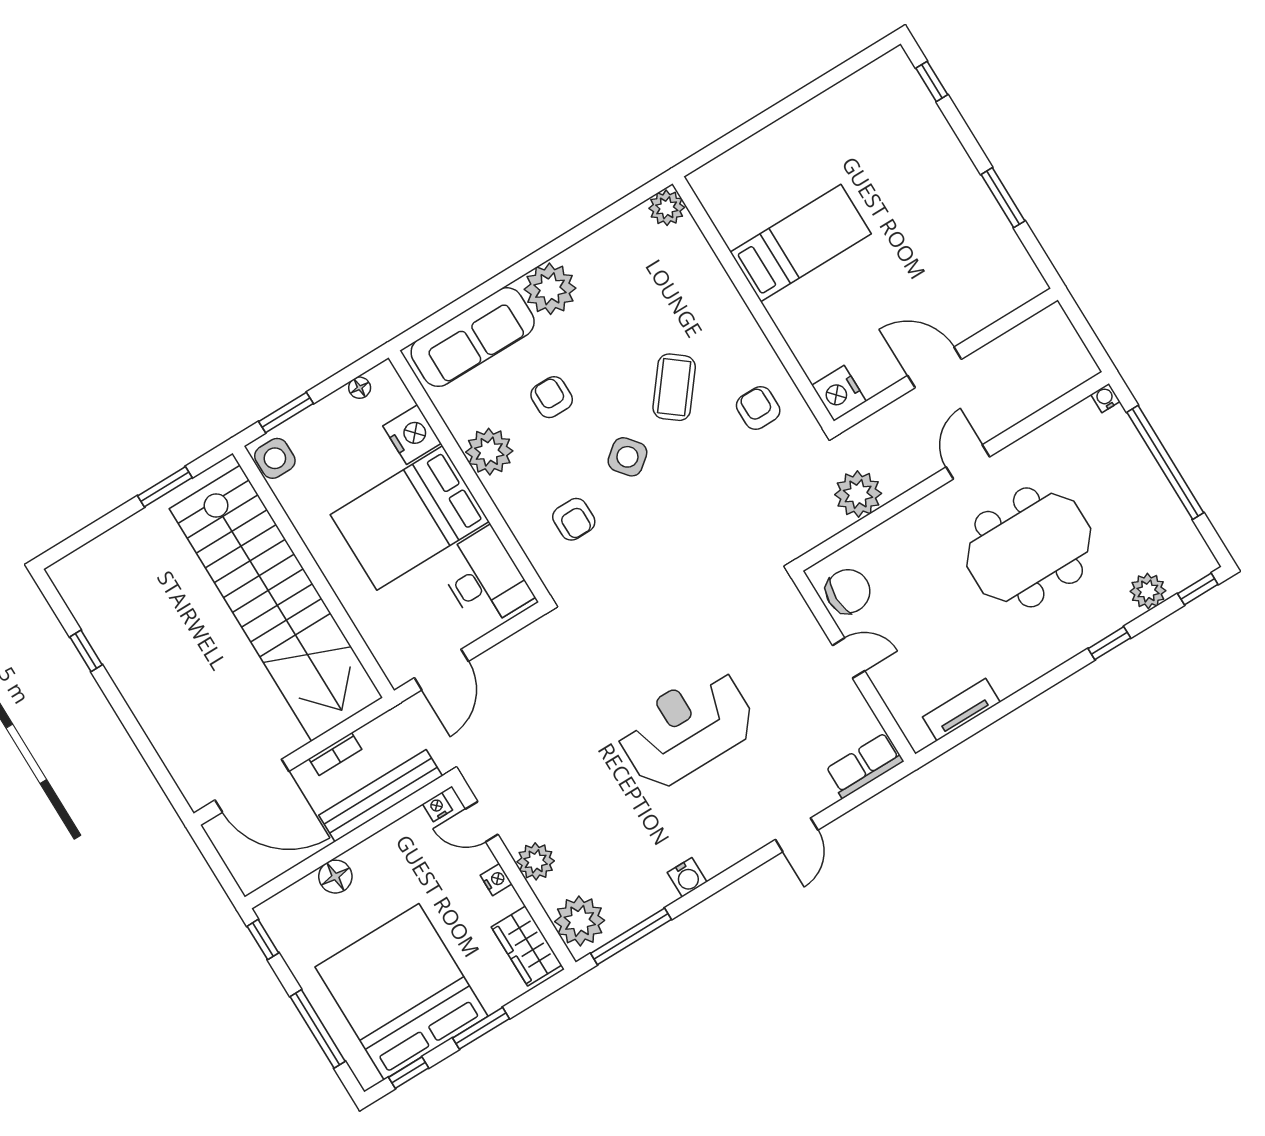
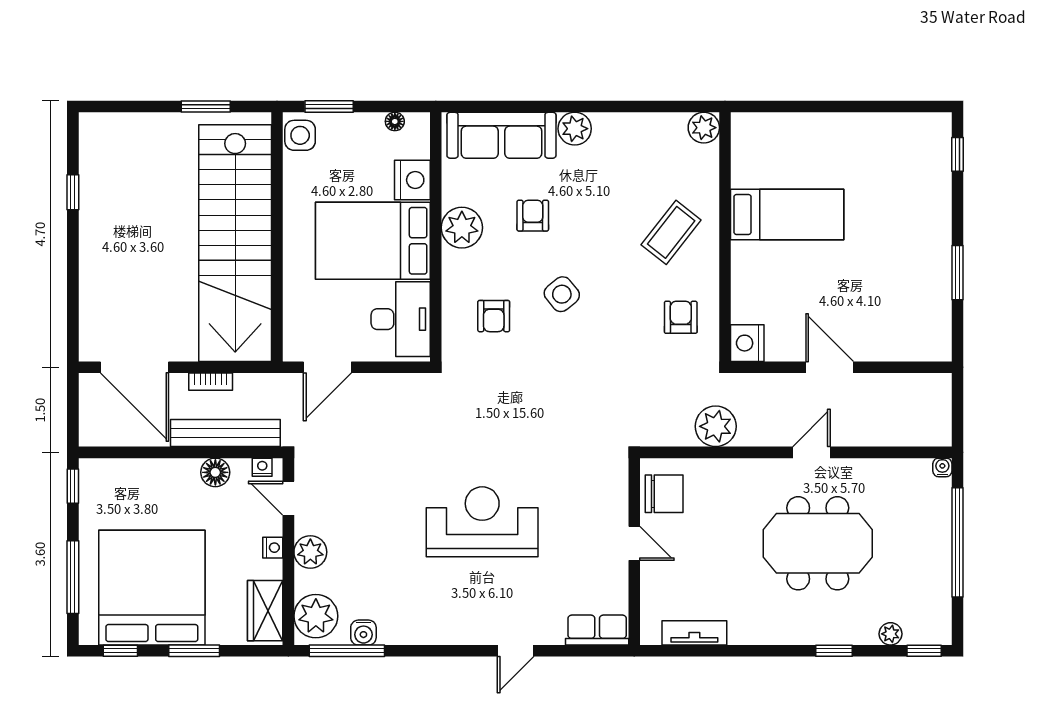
plant: (550, 289) -> (575, 129), width x0.73, depth x0.73
coffee table: (674, 387) -> (671, 232), moved
plant: (1148, 591) -> (890, 634), width x0.73, depth x0.73
floor lamp: (335, 877) -> (215, 472), moved
water cooler: (687, 877) -> (363, 633), moved

